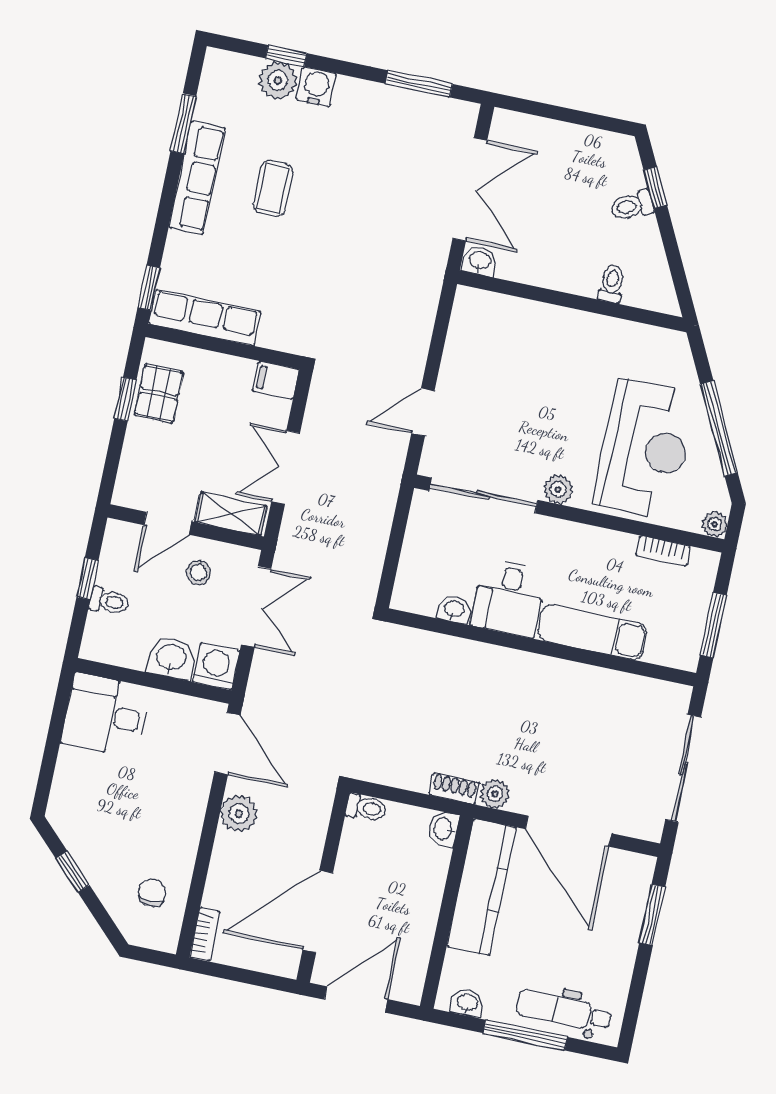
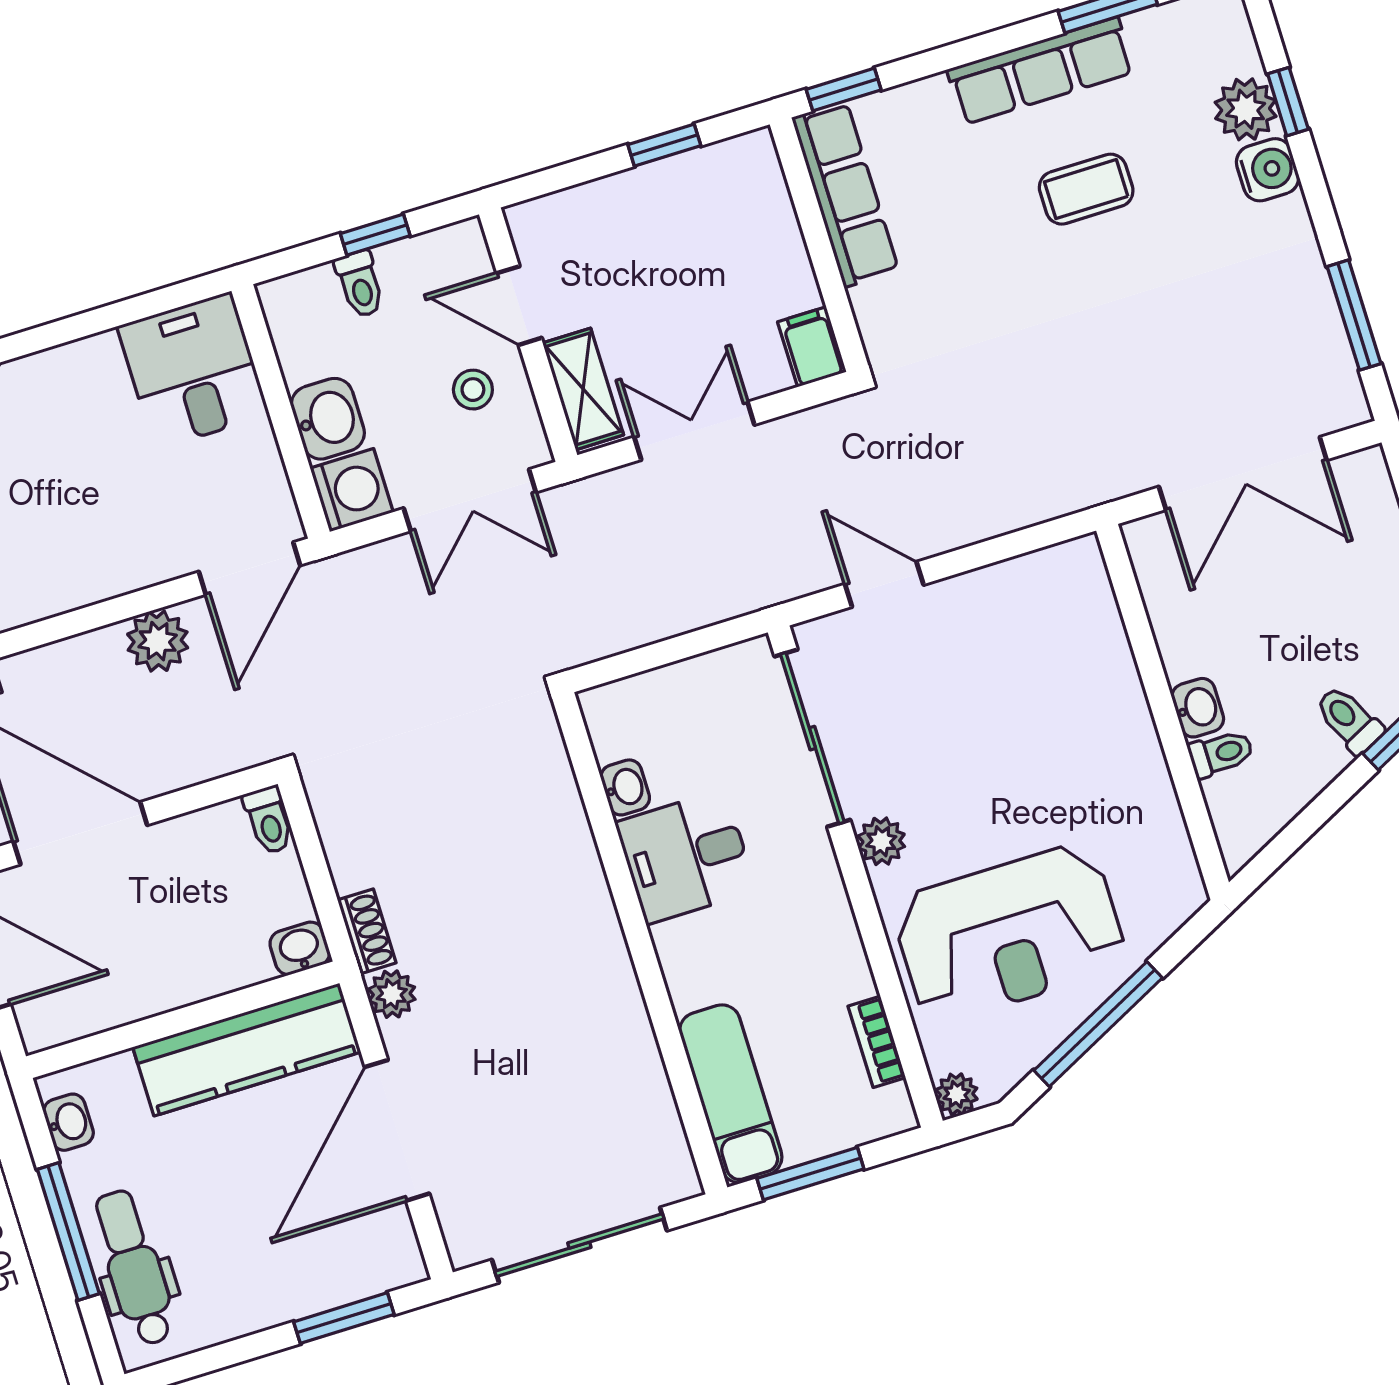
washbasin: (480, 261) -> (1198, 708), moved
pallet: (159, 394) -> (699, 189), removed
exam couch: (592, 632) -> (731, 1094), moved

